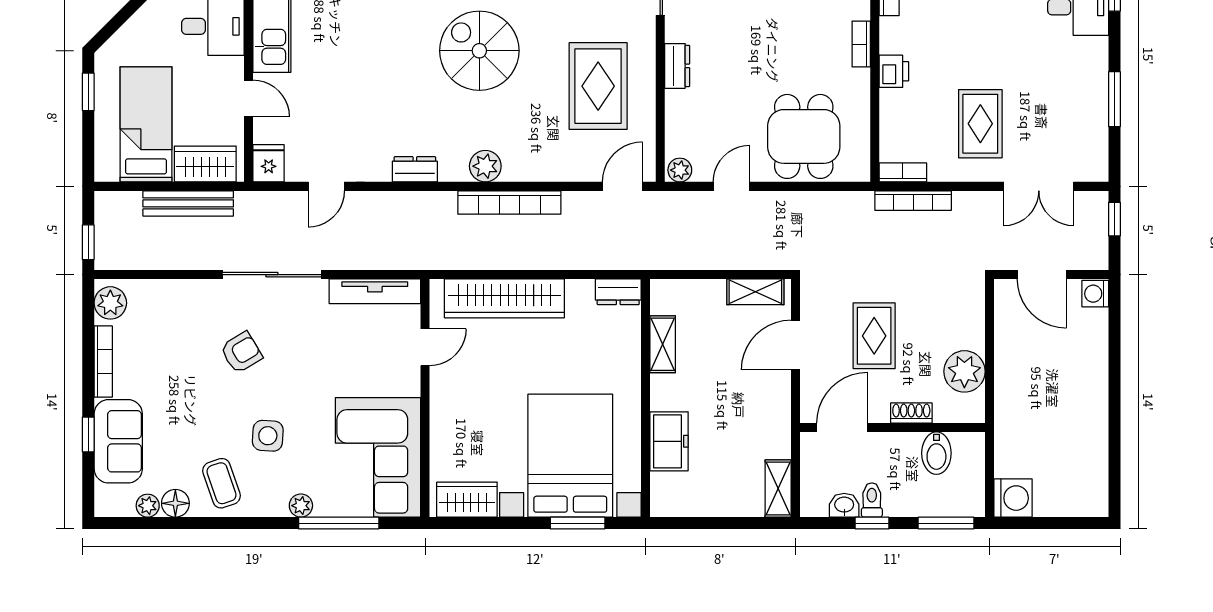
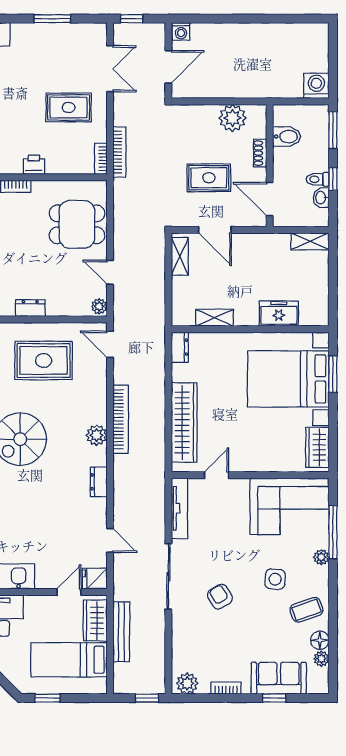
door: (248, 98) -> (69, 592), moved
door: (425, 347) -> (216, 475), hinge flipped
bookcase: (103, 362) -> (226, 688), width x0.64

